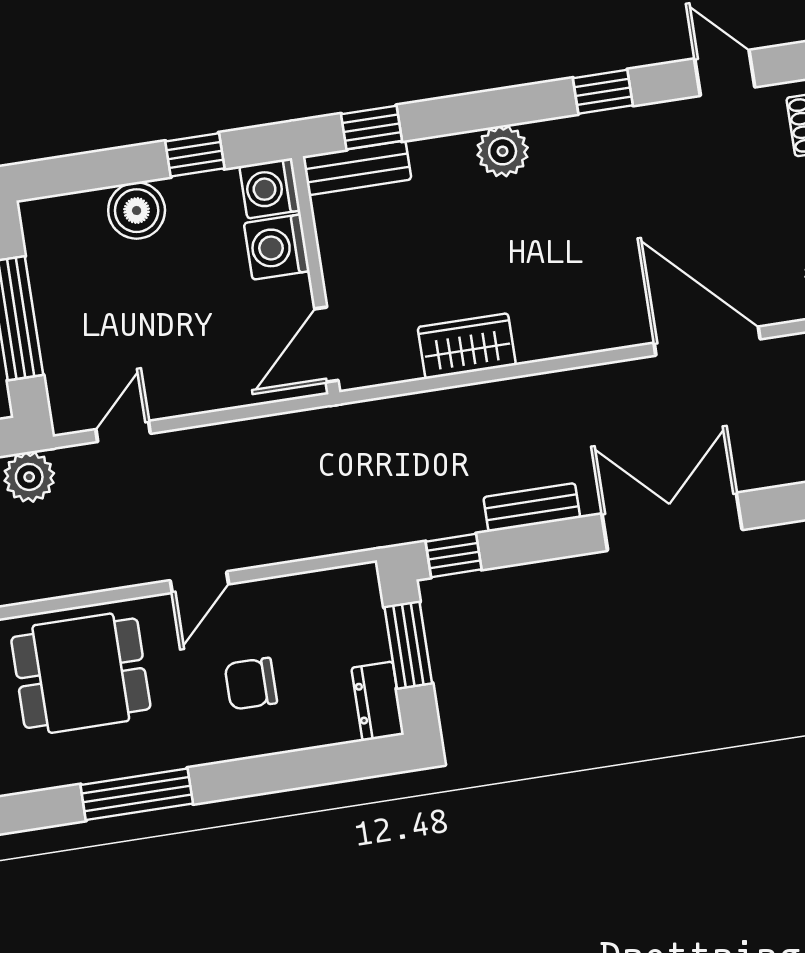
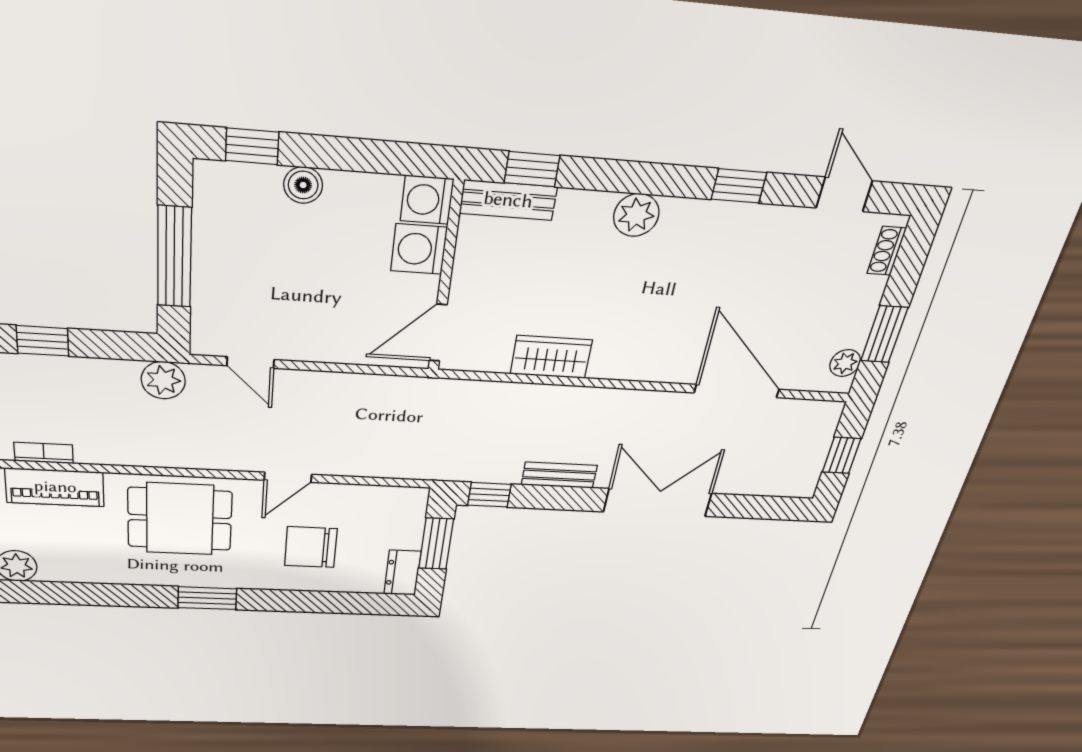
window: (195, 155) -> (252, 146), moved
boiler: (137, 211) -> (303, 185), width x0.73, depth x0.73
door: (123, 431) -> (251, 363), swing flipped
chair: (251, 684) -> (311, 547), width x1.37, depth x1.37
window: (137, 794) -> (207, 598), width x0.69

